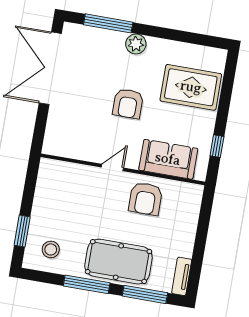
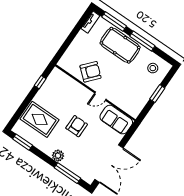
window: (201, 40) -> (23, 142), added
sofa: (168, 159) -> (116, 120), moved
armchair: (146, 199) -> (91, 72), turned 41
window: (22, 231) -> (157, 94), moved

